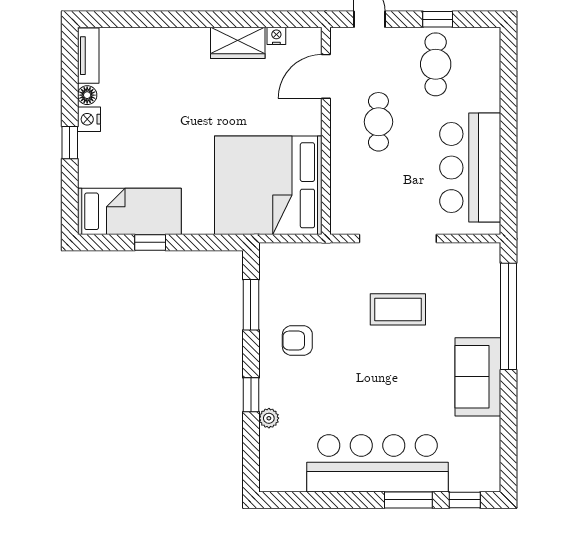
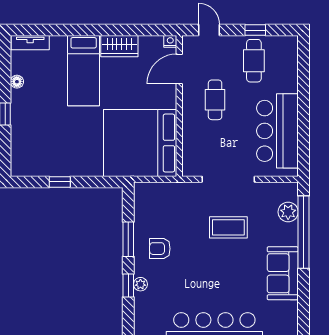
nightstand: (276, 36) -> (170, 41), moved
tv unit: (88, 56) -> (30, 43), moved, turned 90
nightstand: (89, 119) -> (18, 98), removed
bed: (129, 211) -> (84, 71), moved, turned 90
plant: (486, 287) -> (288, 212), added
window: (251, 305) -> (128, 239), moved
plant: (269, 418) -> (140, 284), moved

